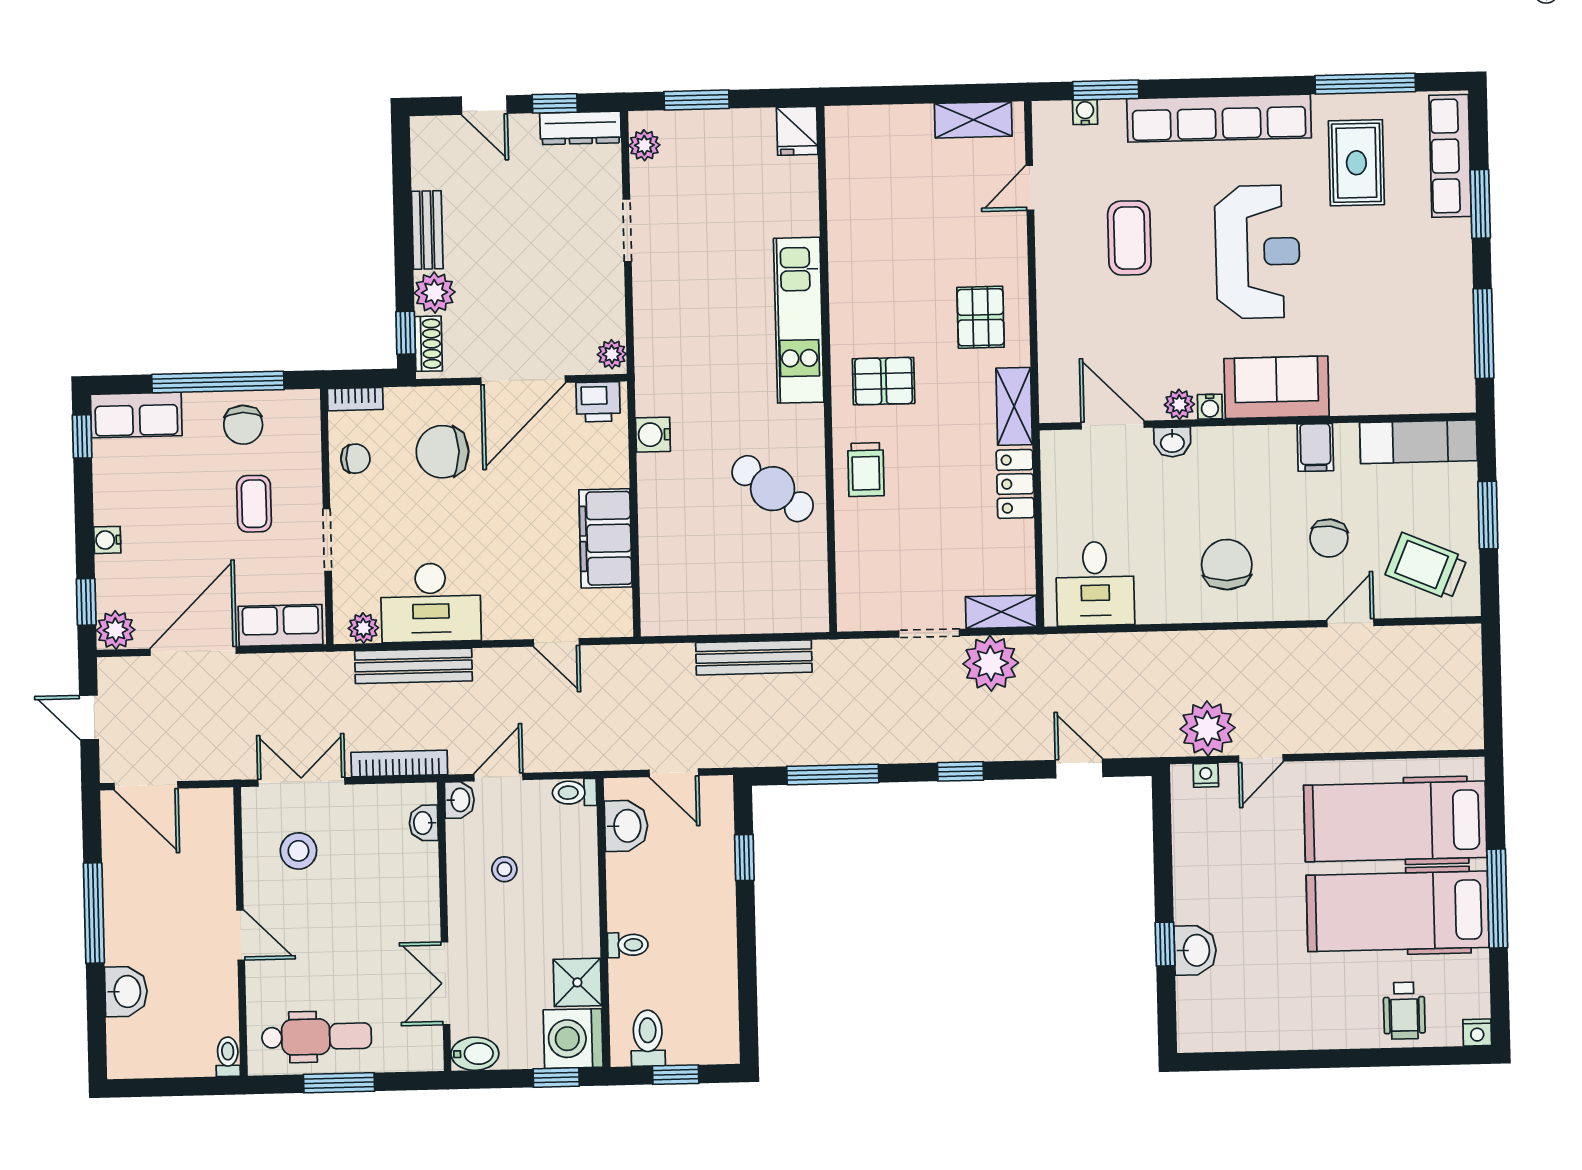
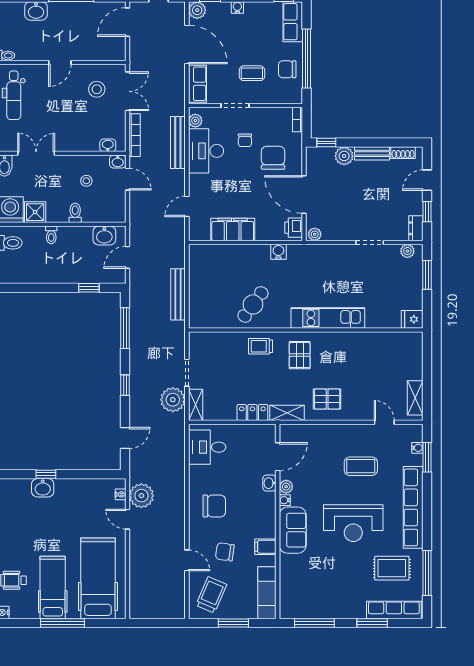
dresser: (580, 128) -> (416, 228), width x0.70
shoe rack: (428, 344) -> (403, 153), moved
chair: (355, 459) -> (245, 140), moved
toilet: (574, 792) -> (75, 213), moved
hospital bed: (1398, 911) -> (53, 587), width x0.73, depth x0.78

